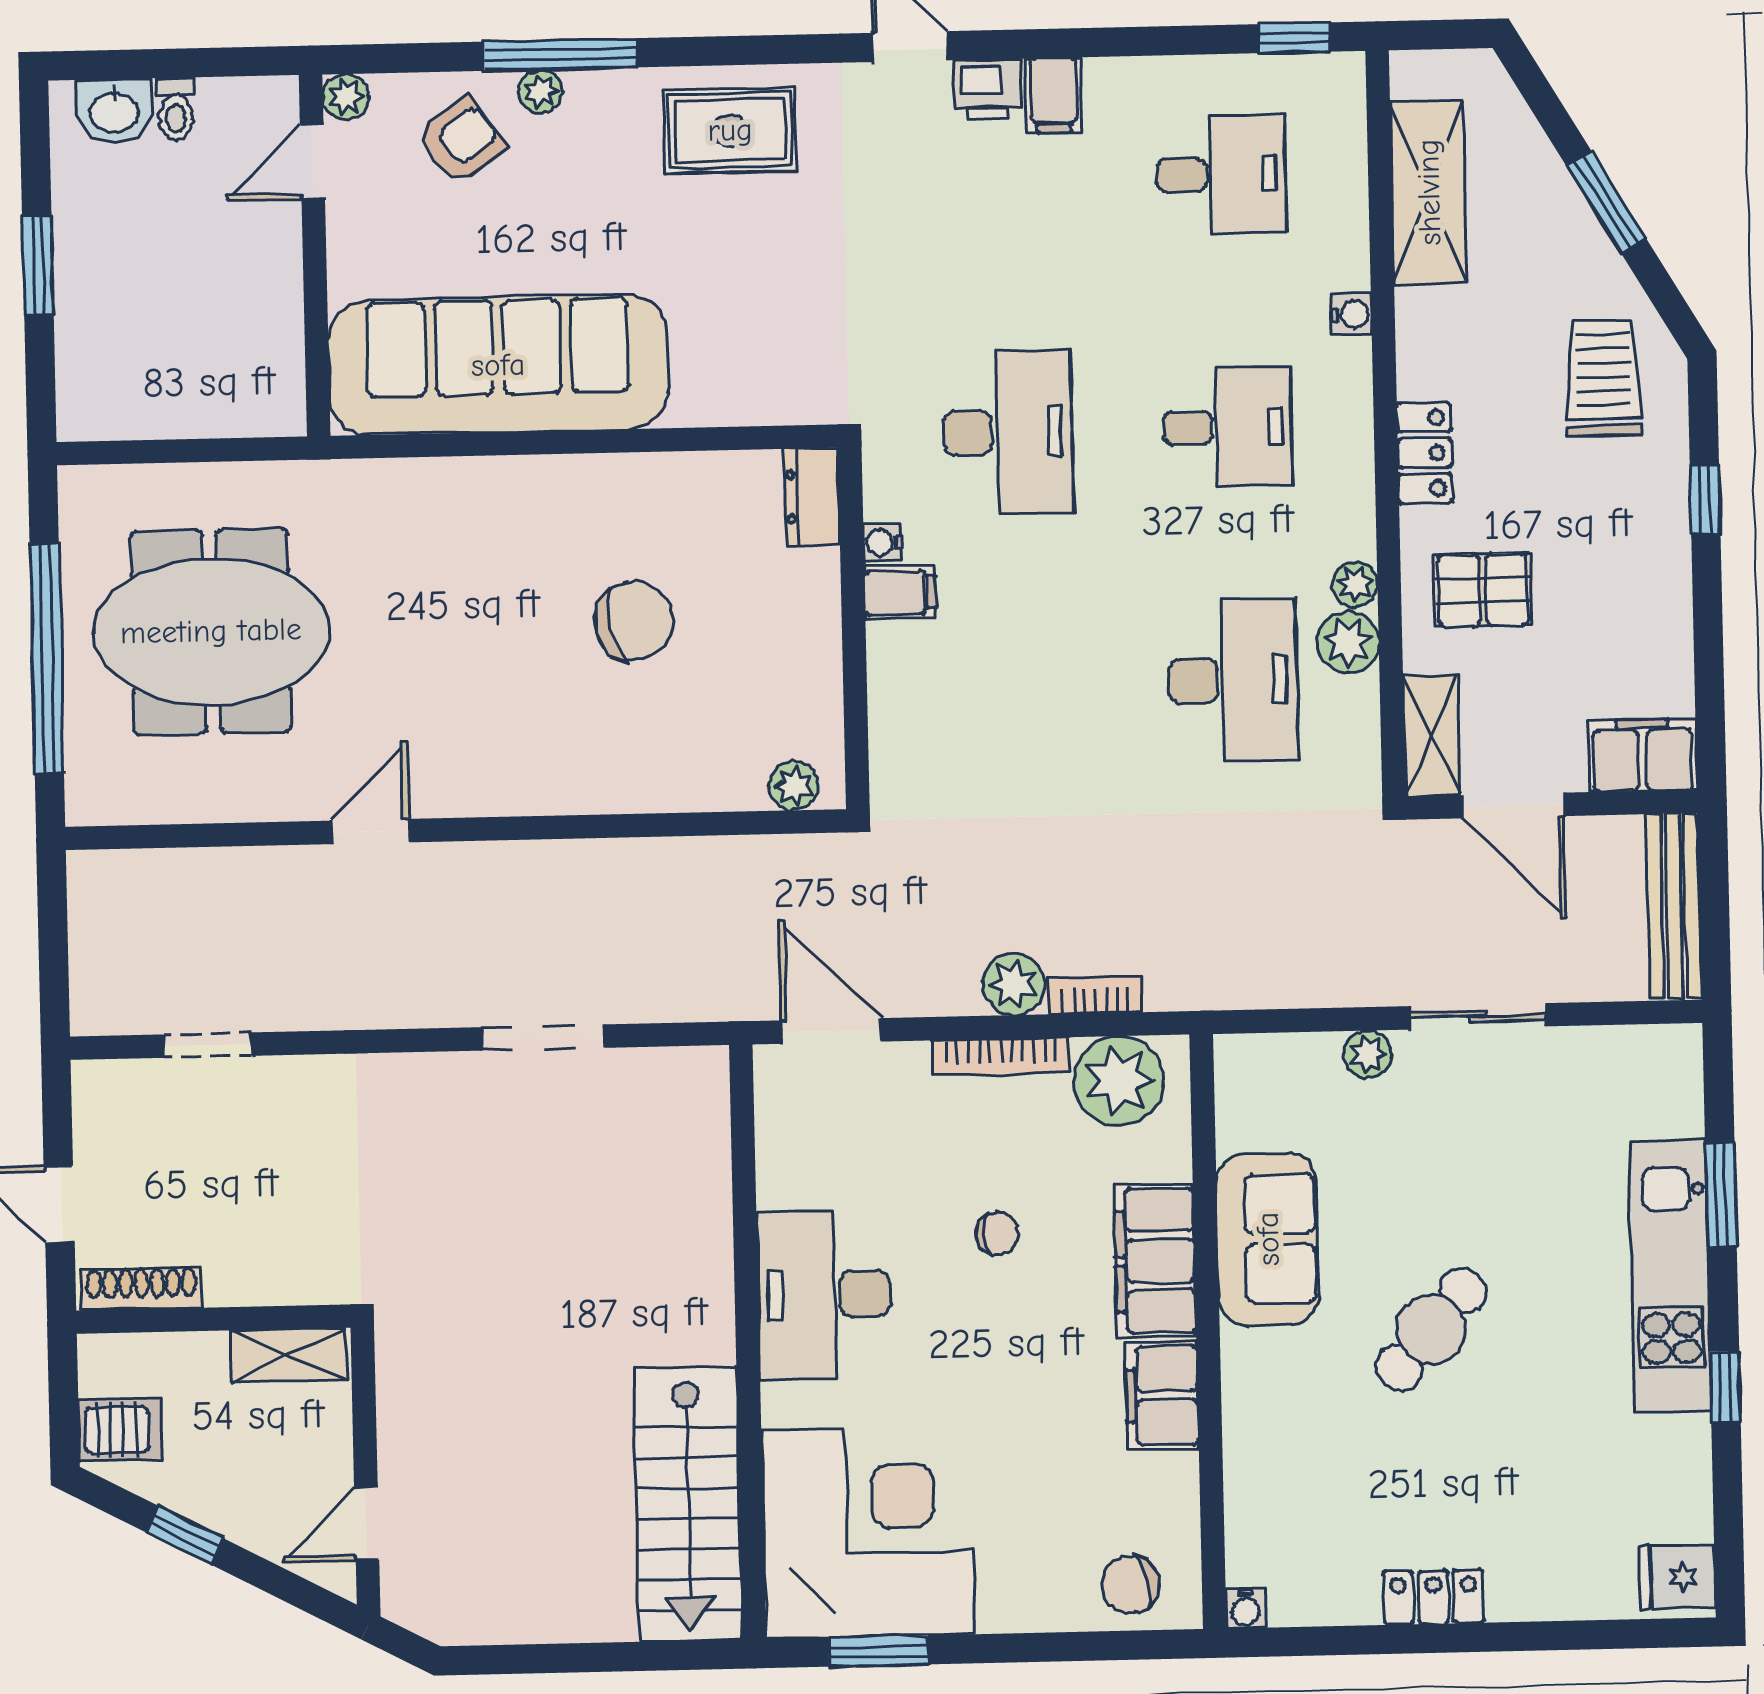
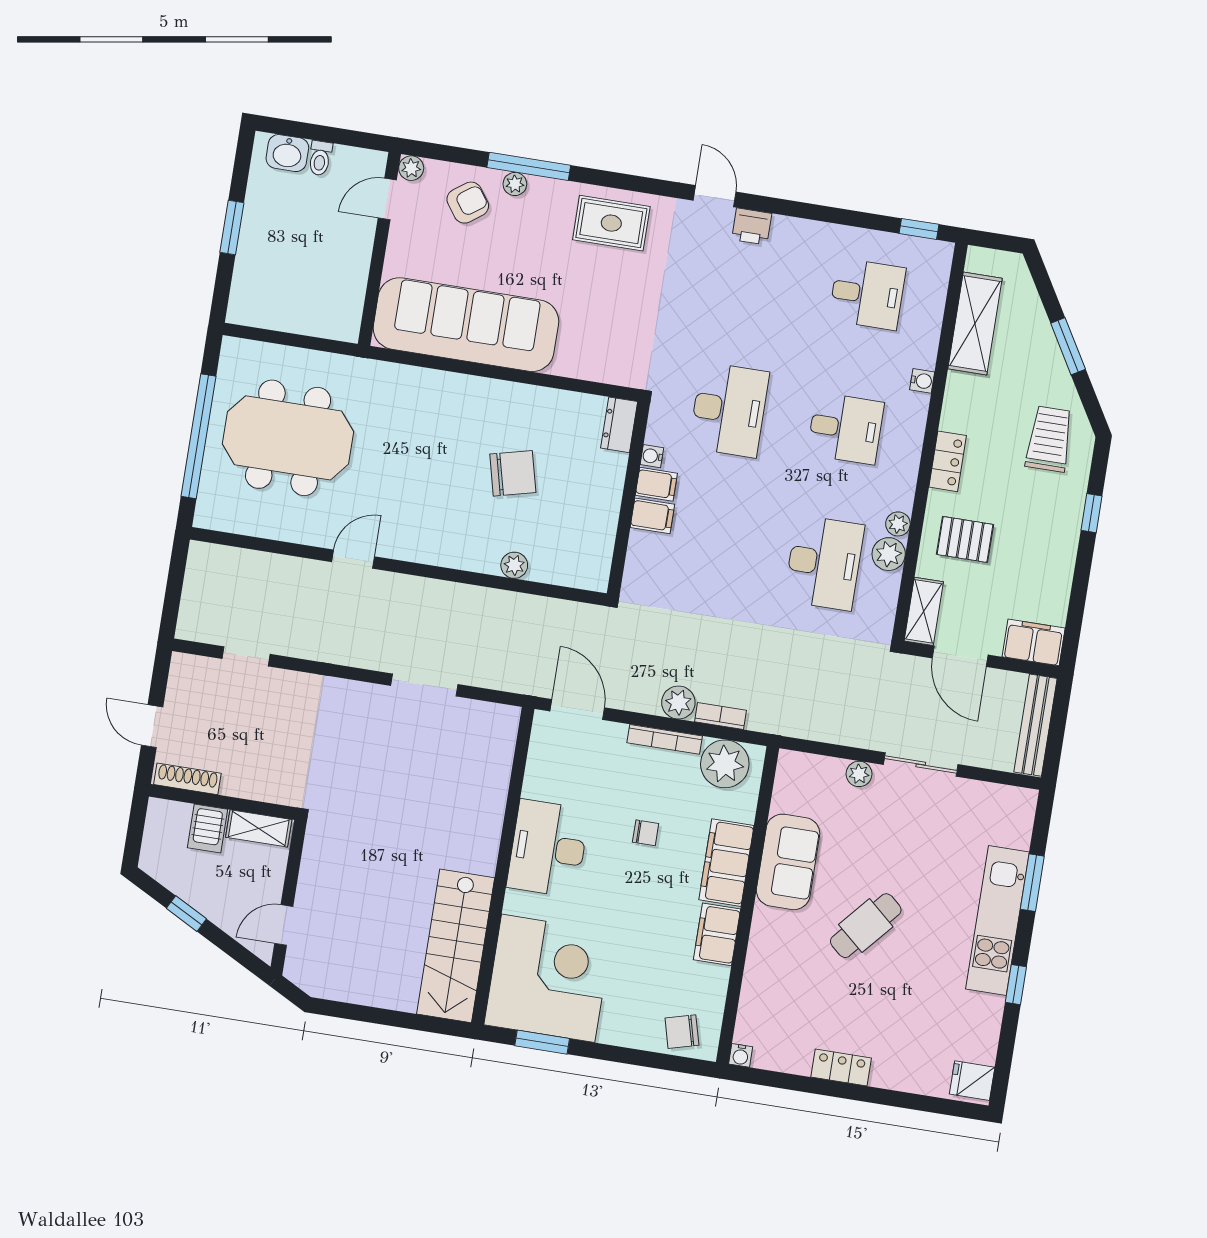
filing cabinet: (1054, 95) -> (652, 516), moved, turned -90
plant: (794, 786) -> (514, 565), moved
server rack: (120, 1430) -> (208, 828), moved, turned 90

